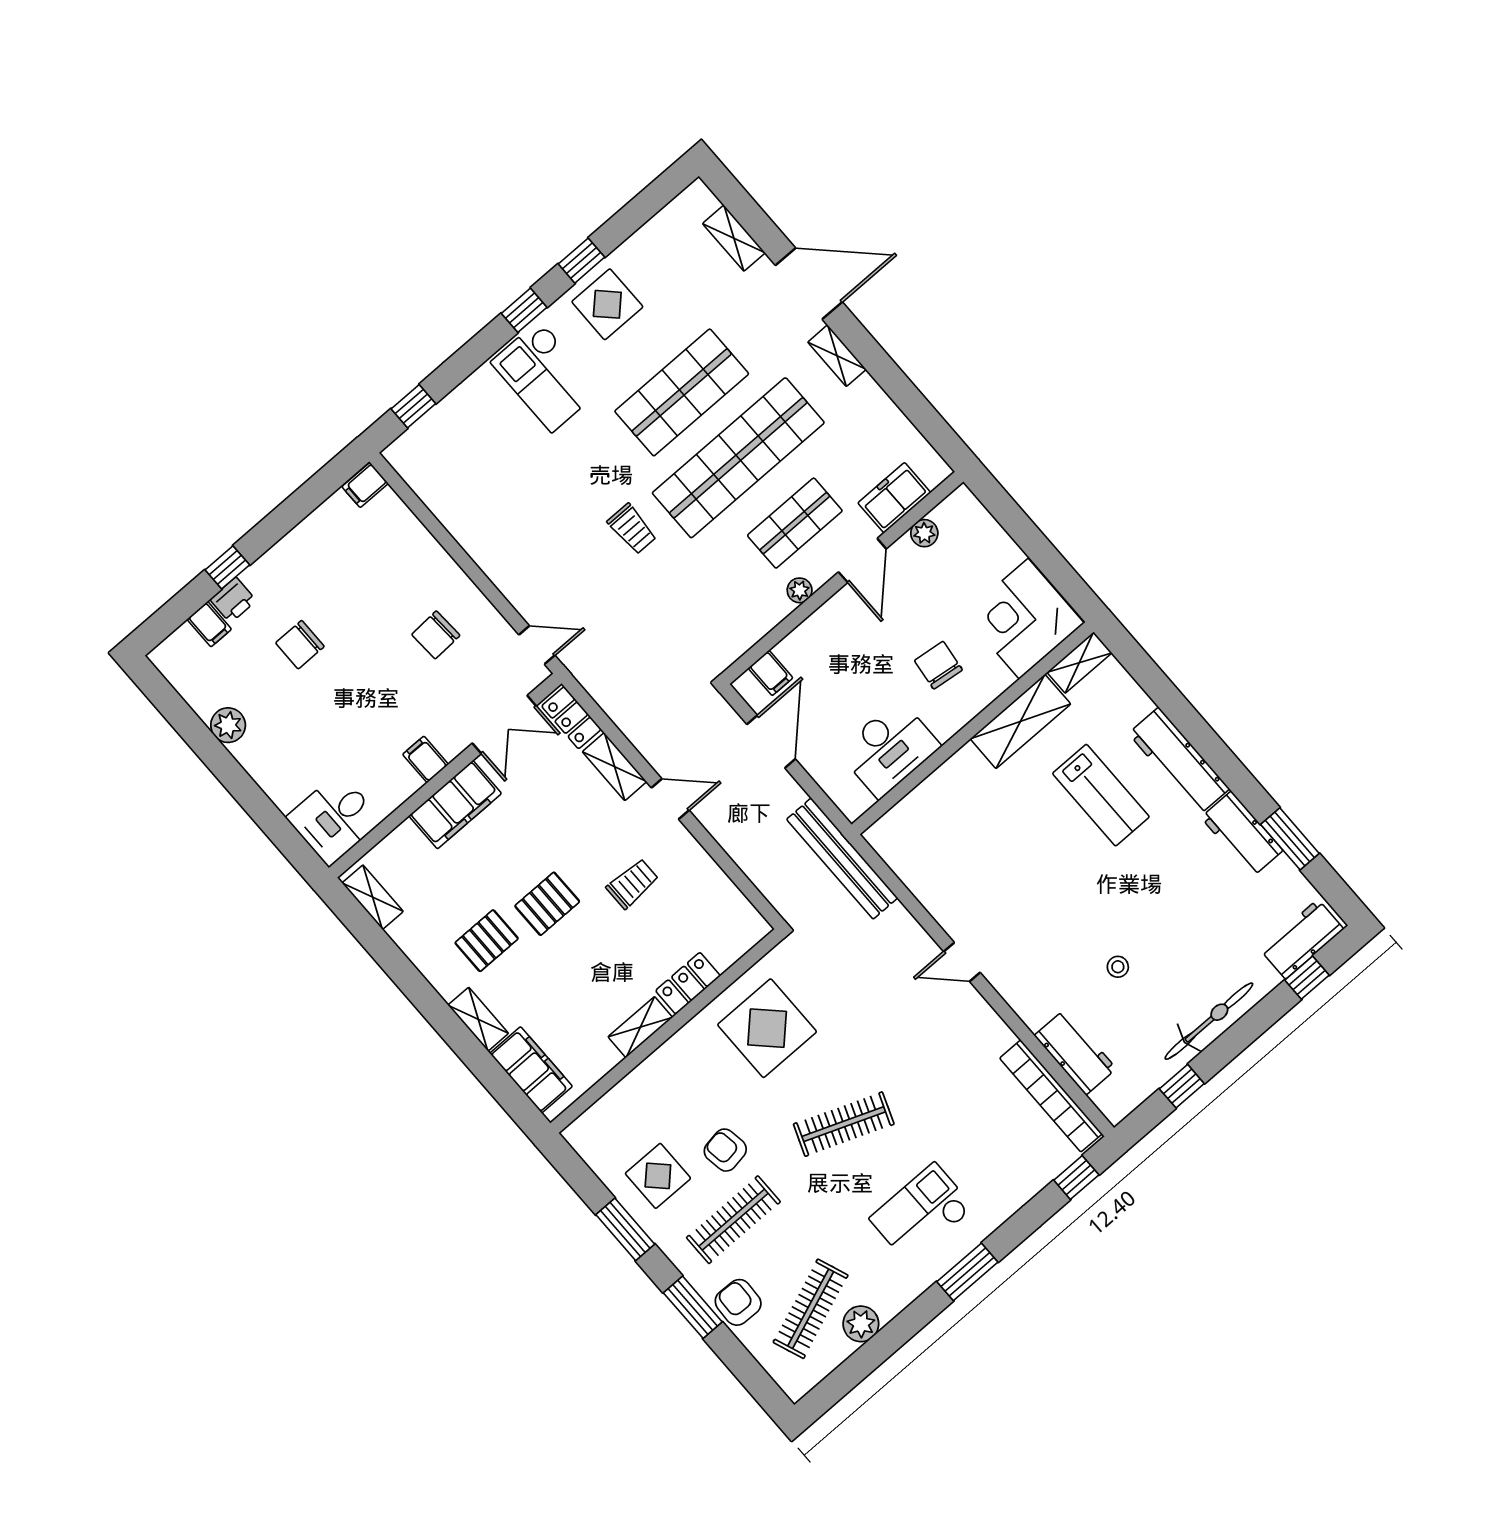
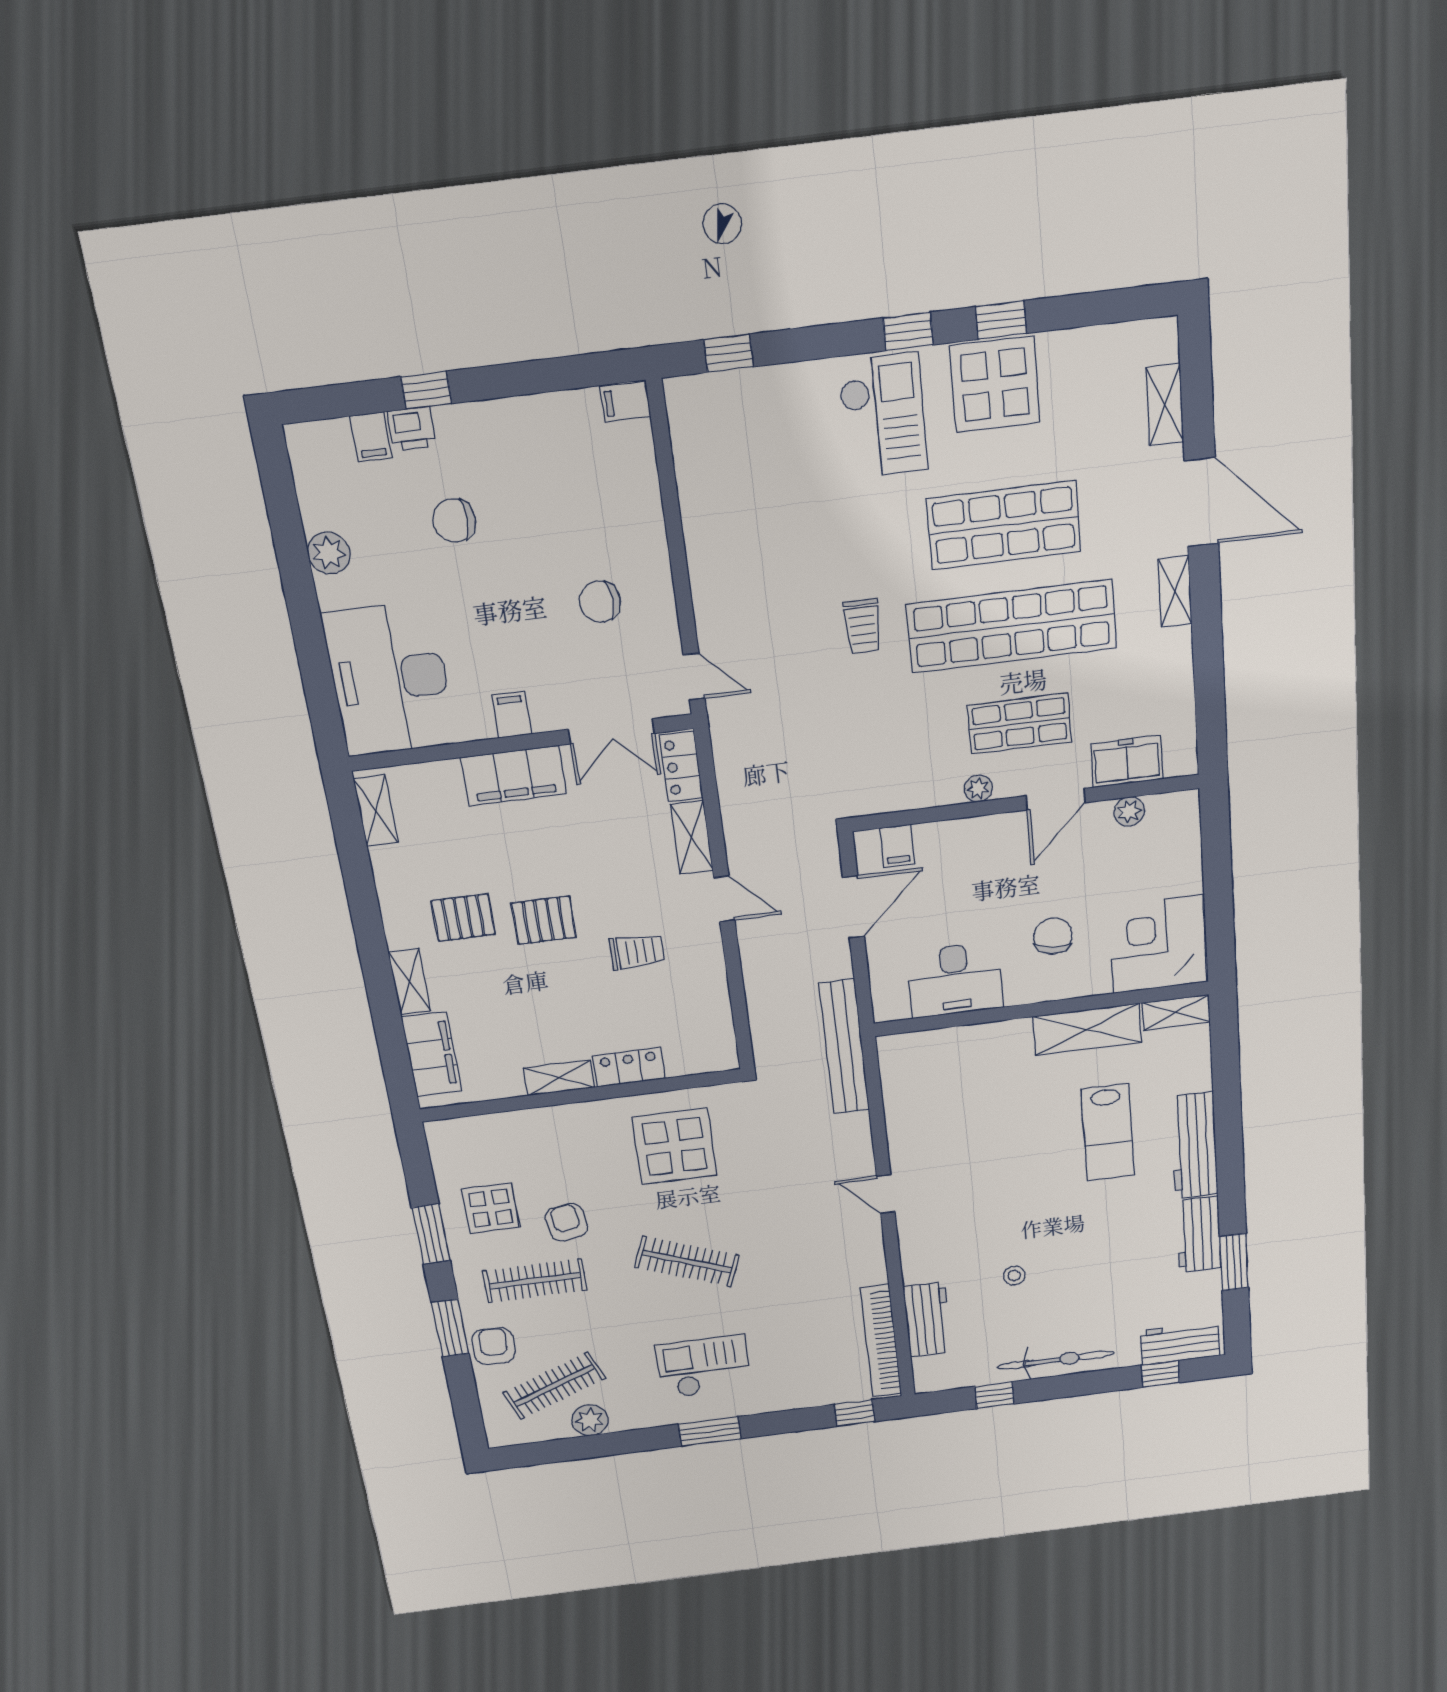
display table: (607, 304) -> (995, 384), width x1.36, depth x1.36
checkout: (546, 376) -> (883, 416), turned 180
desk: (334, 819) -> (389, 679), width x1.87, depth x1.30

